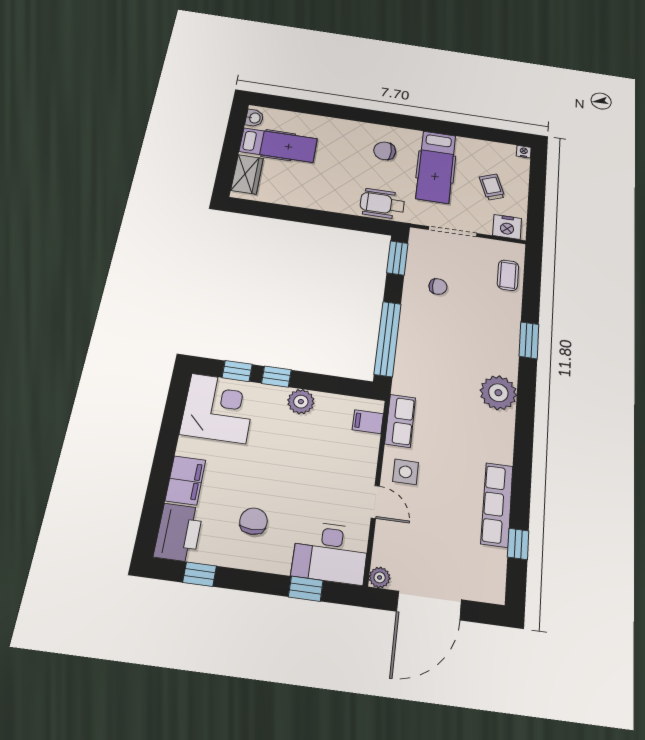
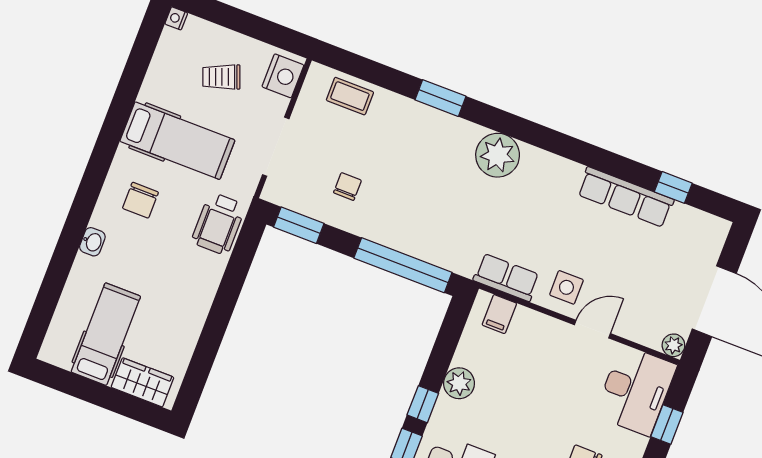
washbasin: (254, 118) -> (92, 242), moved, turned 90

